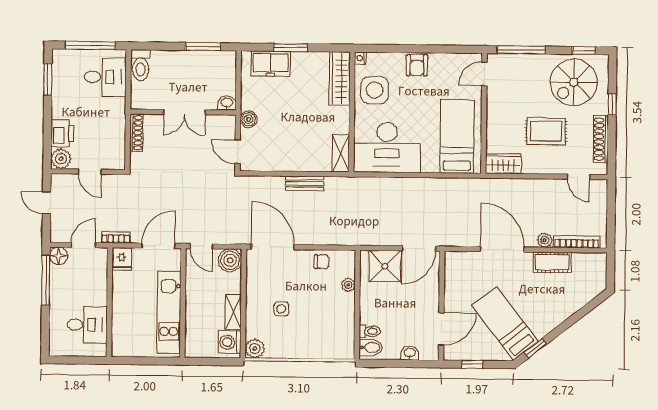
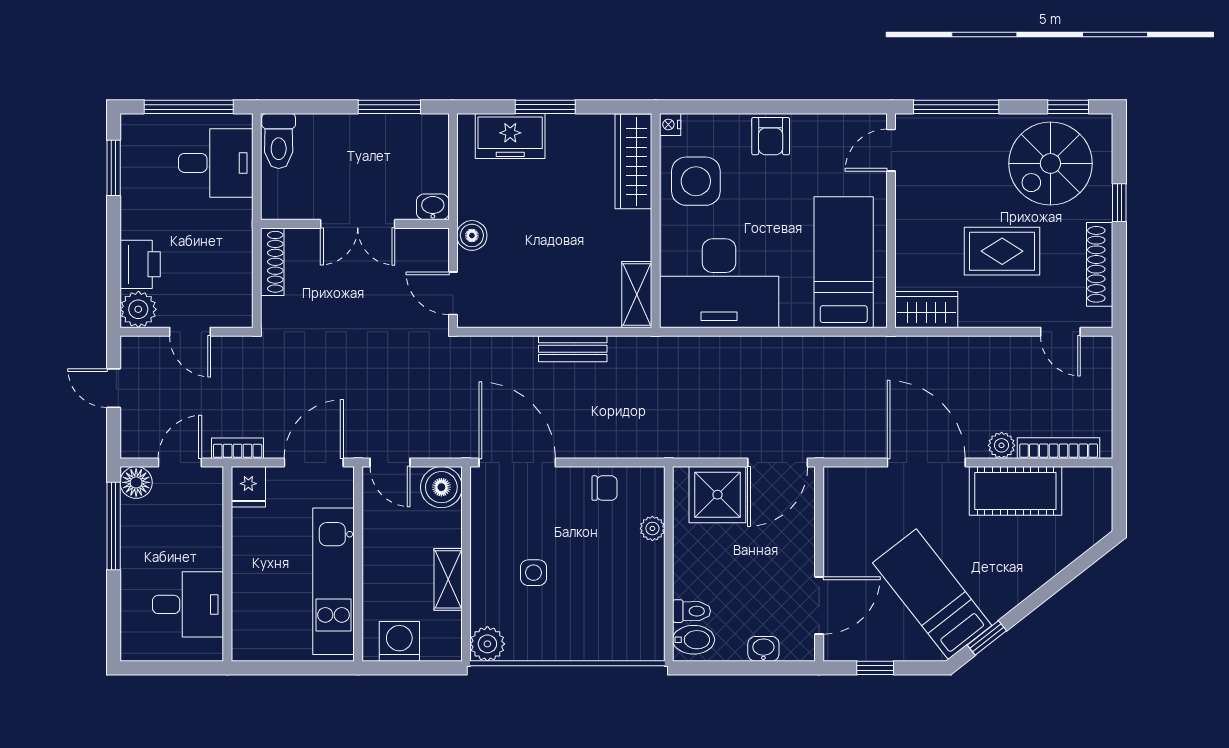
cot: (552, 262) -> (1015, 491), width x1.37, depth x1.34
washing machine: (230, 342) -> (399, 641), moved, turned 90

